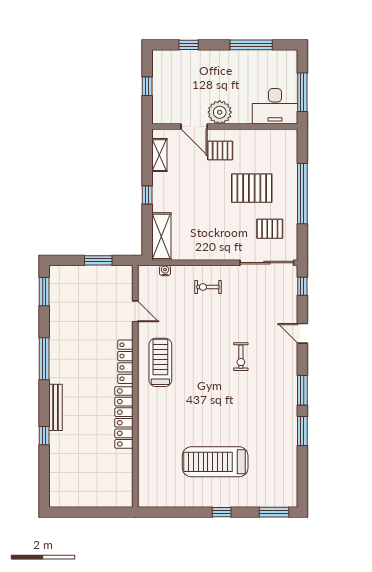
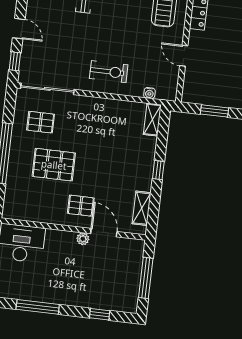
window: (147, 86) -> (146, 278), width x2.17
plant: (220, 112) -> (83, 239), width x0.53, depth x0.53
shelving: (161, 236) -> (152, 120), width x0.67, depth x0.75
exercise bike: (208, 287) -> (109, 72), width x1.38, depth x1.39
door: (302, 333) -> (19, 29), moved

